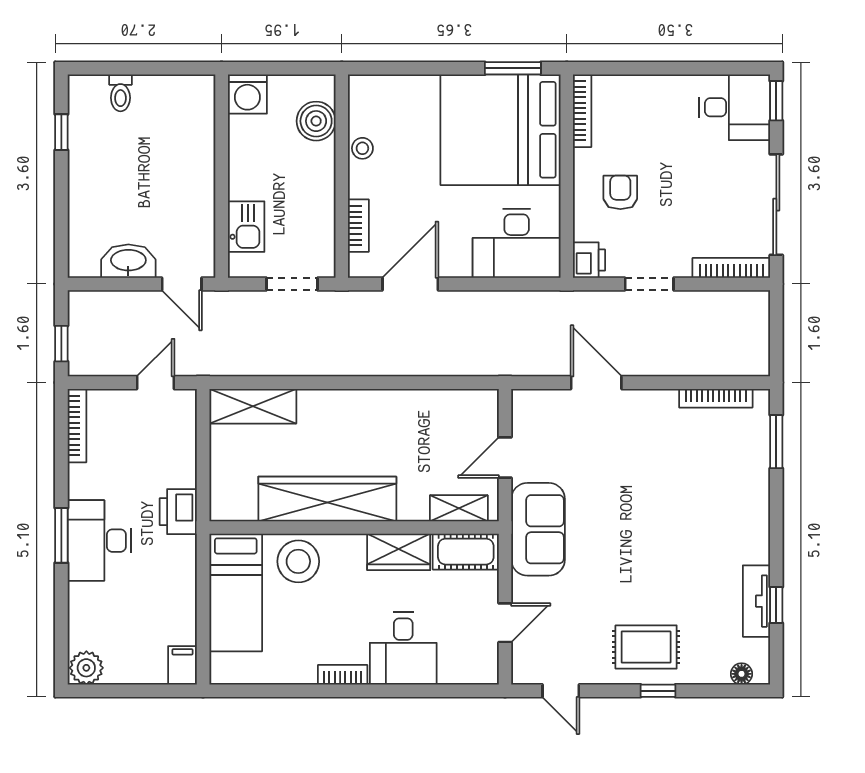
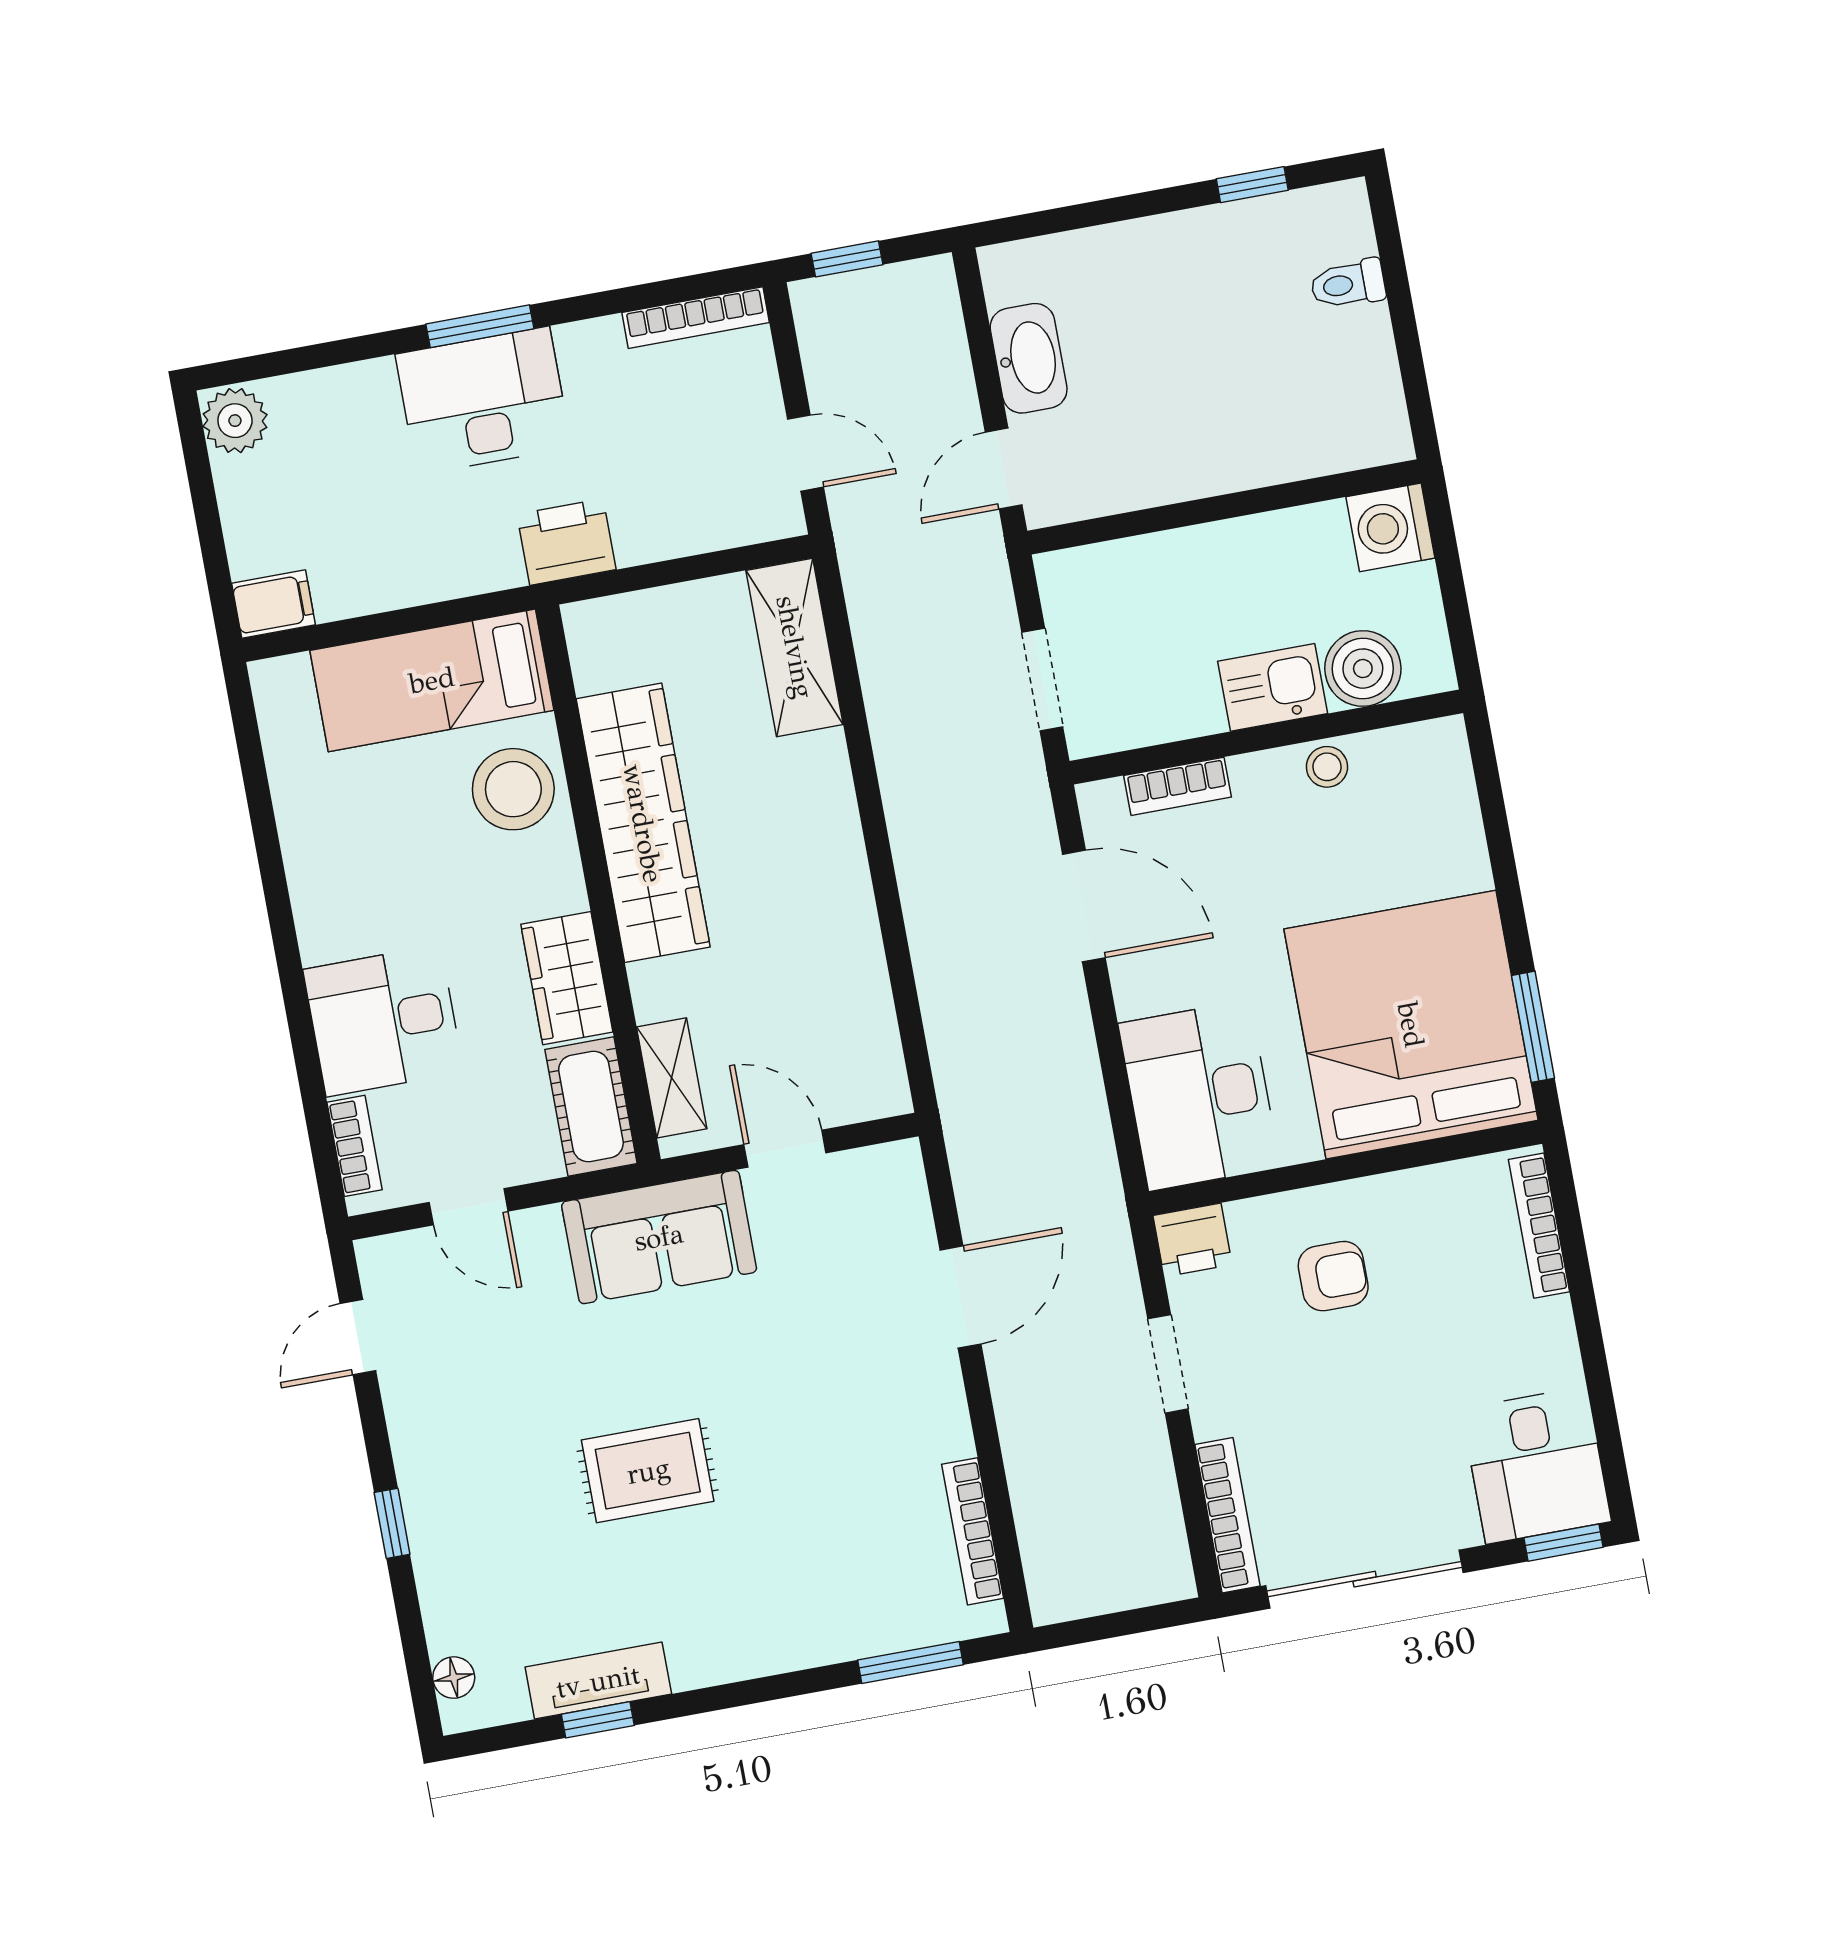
bookcase: (582, 111) -> (1539, 1226), moved, turned 90
kitchen sink: (246, 227) -> (1273, 687), moved, turned 180
rug: (646, 647) -> (648, 1471), moved, turned 90
bookcase: (343, 675) -> (355, 1146), moved

